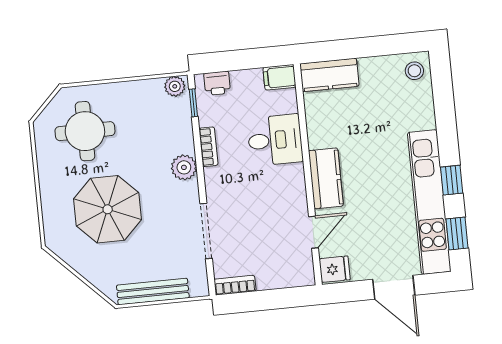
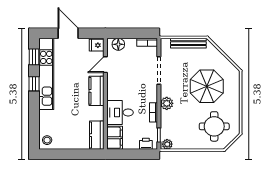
kitchen counter: (329, 75) -> (97, 135), moved, turned -90
filing cabinet: (280, 77) -> (115, 138), width x2.00
floor lamp: (292, 275) -> (118, 44), added

